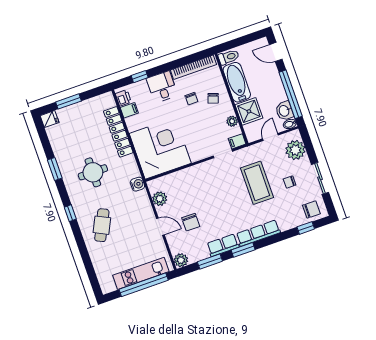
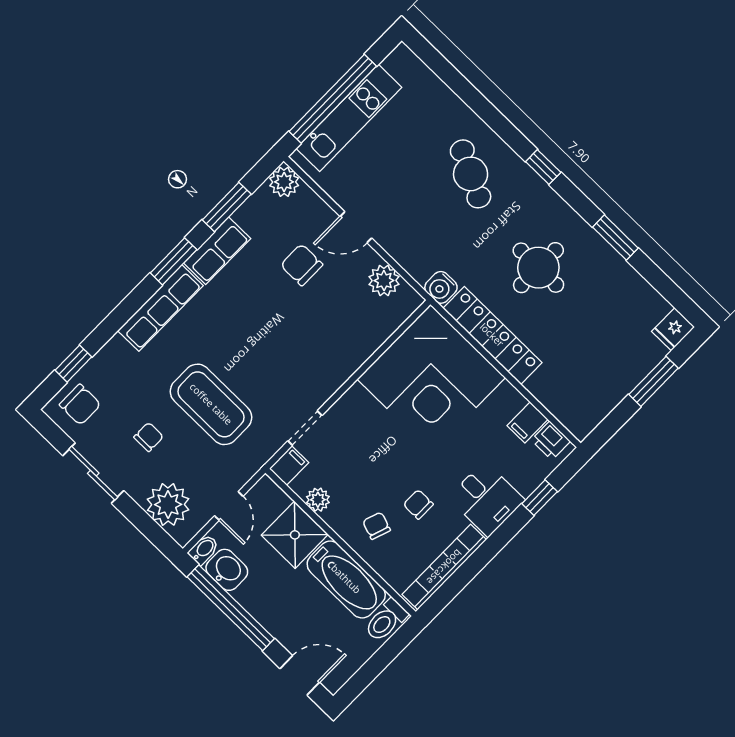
locker: (118, 132) -> (492, 335), moved
chair: (311, 210) -> (80, 405), turned -90

